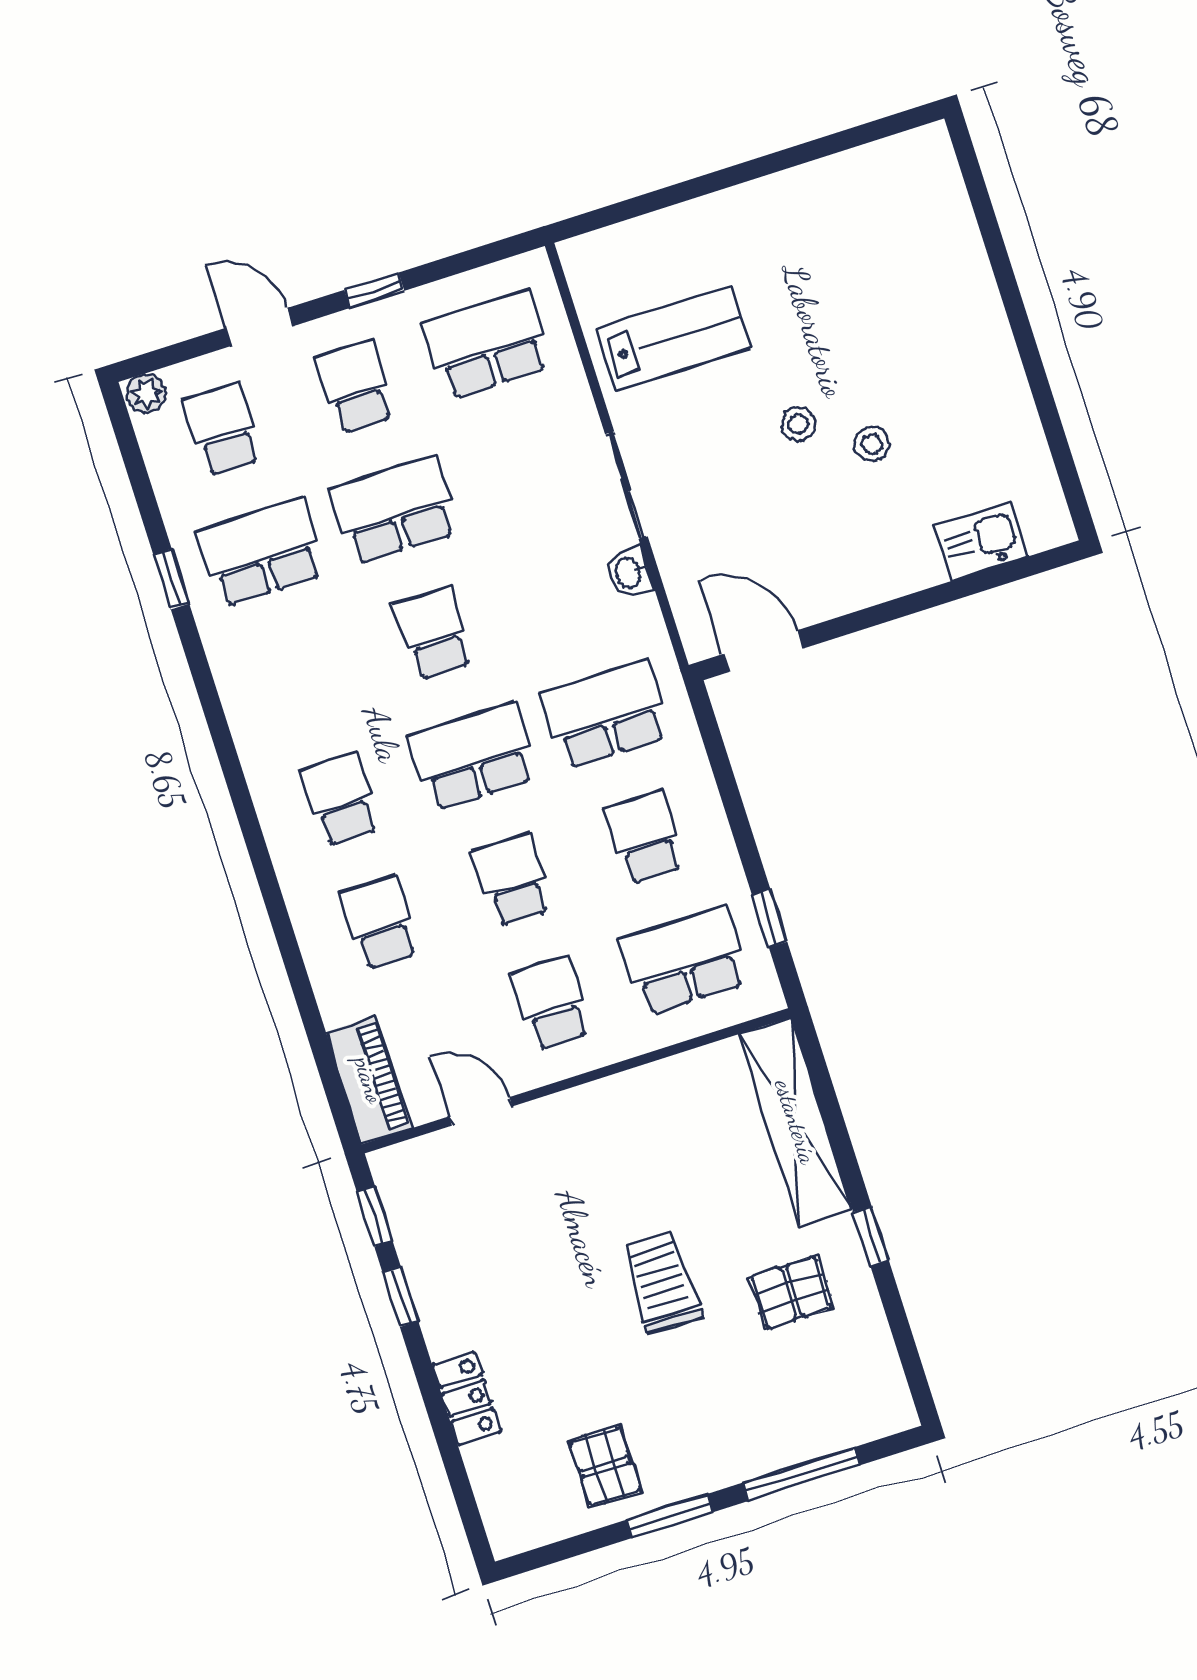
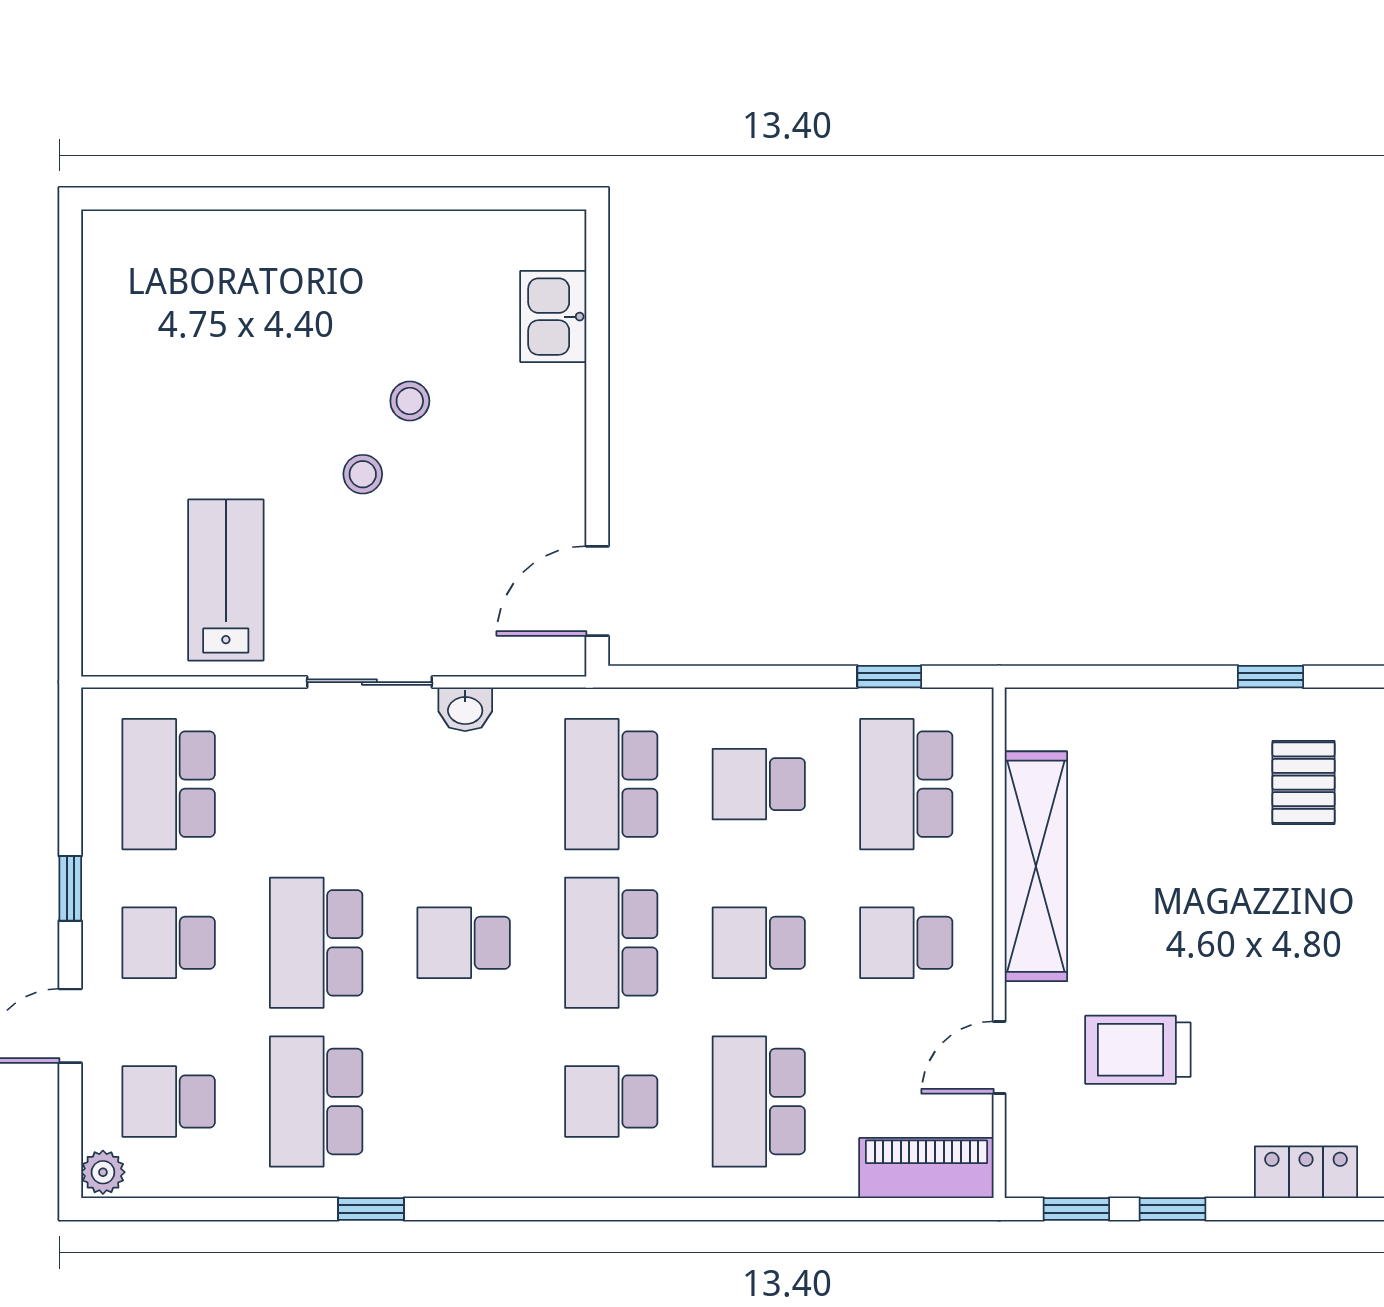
window: (171, 579) -> (371, 1209), moved
school desk: (380, 922) -> (759, 1101), width x1.85
shelving: (796, 1122) -> (1036, 866), moved, turned 90
trolley: (661, 1282) -> (1138, 1050), moved

